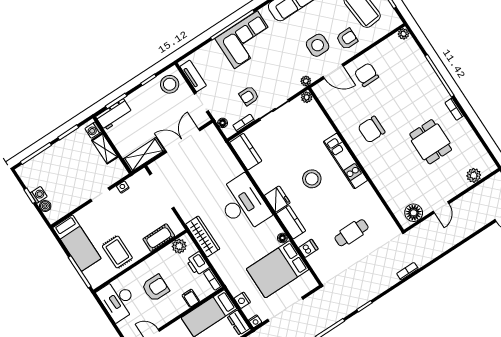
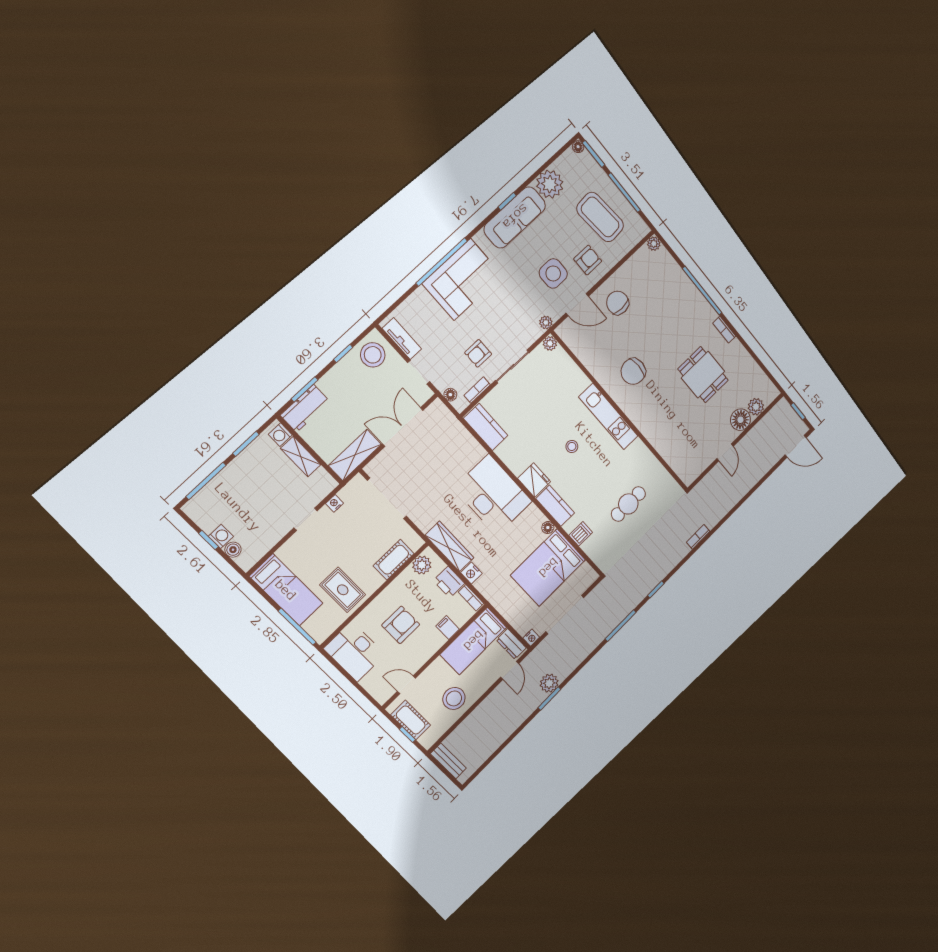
stool: (312, 179) -> (572, 446), width x0.53, depth x0.53
floor lamp: (414, 213) -> (740, 420), moved
nightstand: (242, 300) -> (471, 573), moved

